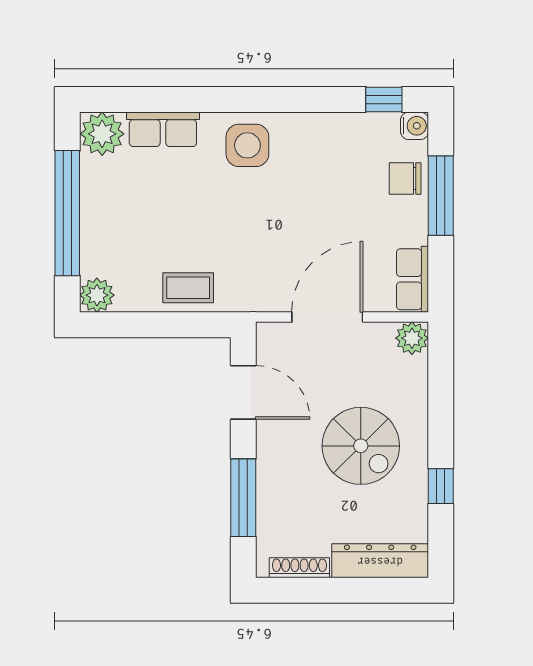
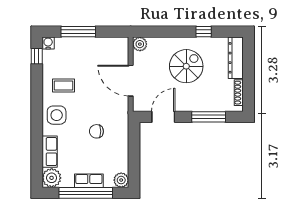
chair: (405, 179) -> (96, 131), moved, turned 90
row of seats: (413, 279) -> (89, 181), moved, turned 180
coffee table: (188, 288) -> (64, 86), moved, turned 90

